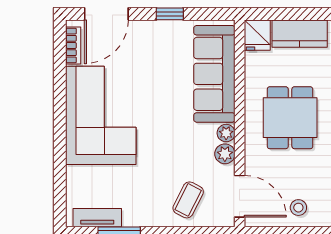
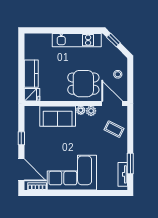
sofa: (214, 74) -> (58, 116), width x0.73
dining table: (290, 118) -> (83, 84), moved
door: (240, 196) -> (112, 103), hinge flipped

